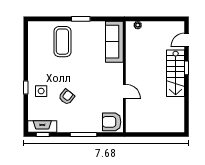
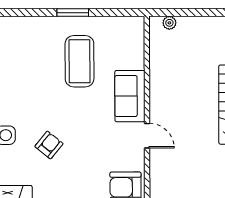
coffee table: (62, 42) -> (79, 61), moved
sofa: (114, 42) -> (130, 96), moved, width x0.73

